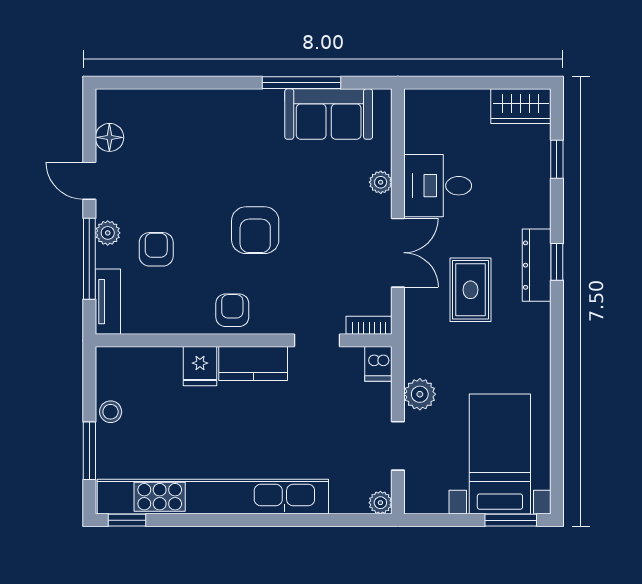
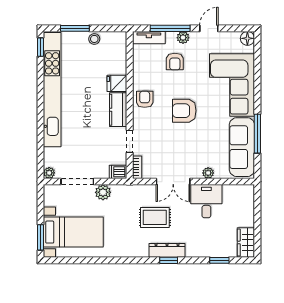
sofa: (329, 114) -> (242, 147), width x1.36
corner sofa: (203, 134) -> (232, 85), added
floor lamp: (109, 137) -> (247, 38), moved
armchair: (156, 249) -> (175, 62), turned 90
armchair: (232, 310) -> (145, 99), turned -90
doorway: (398, 446) -> (77, 182), width x1.38

